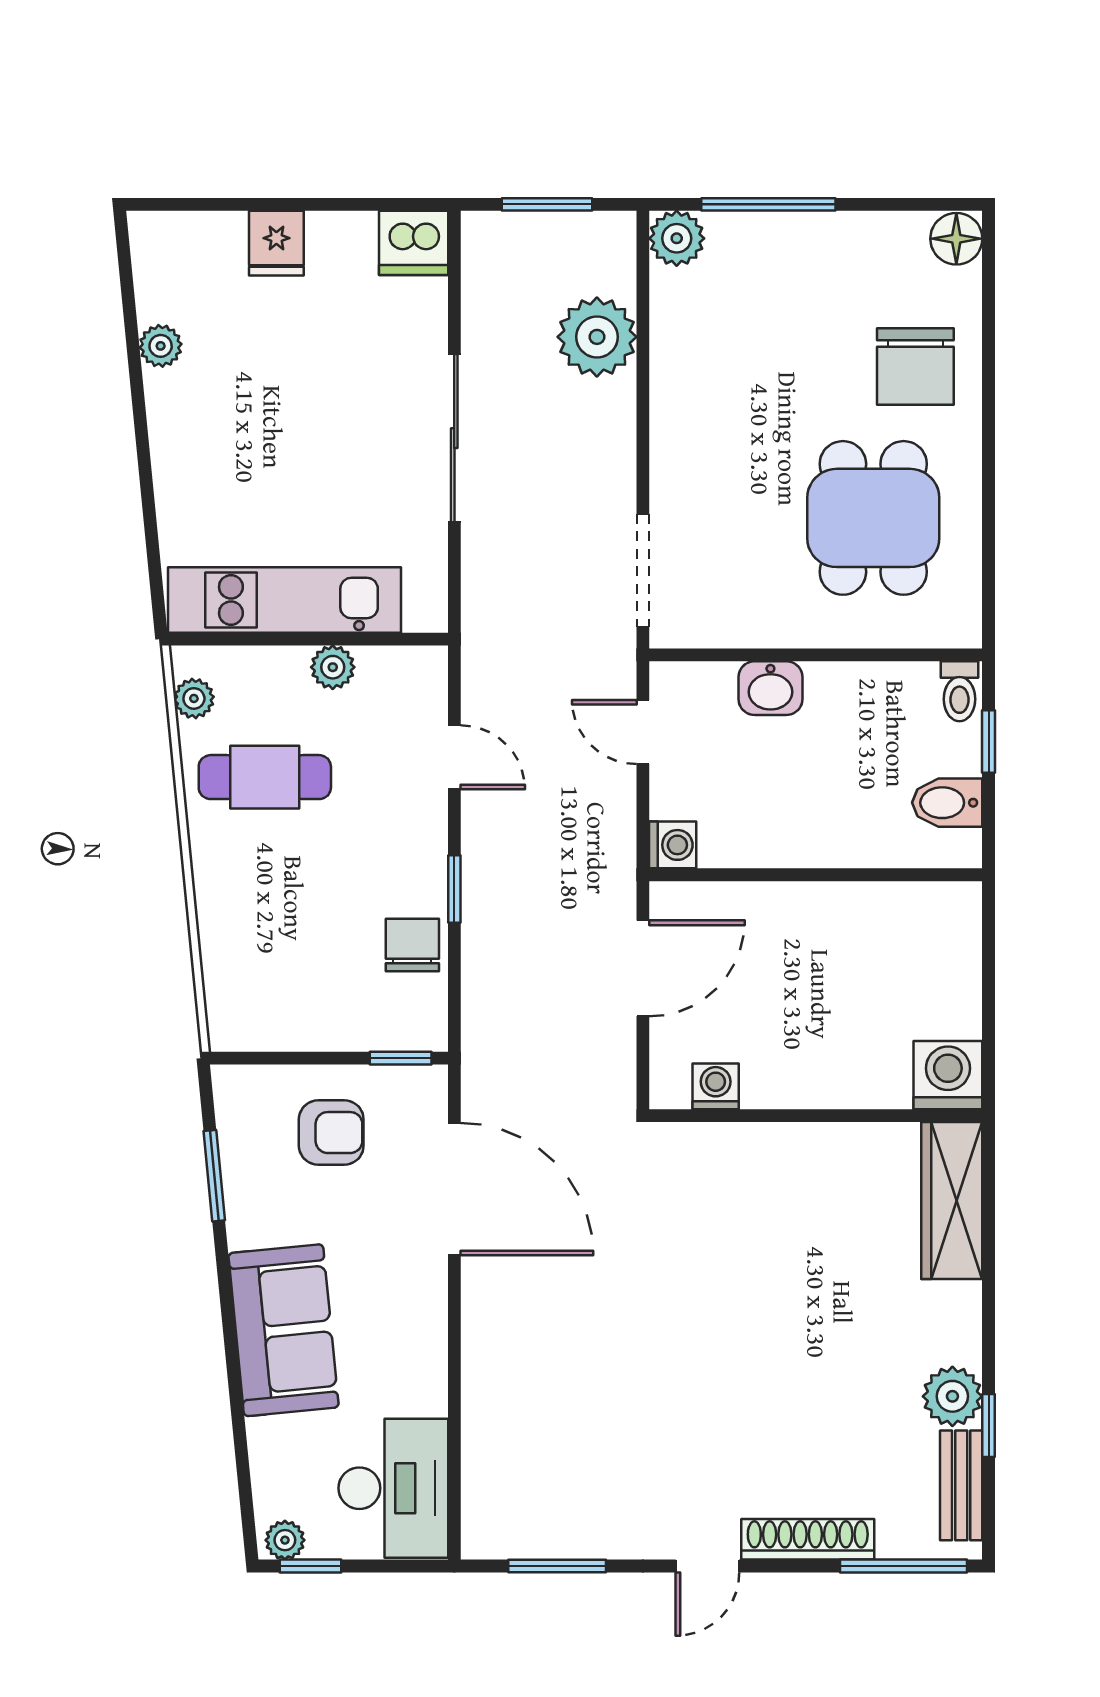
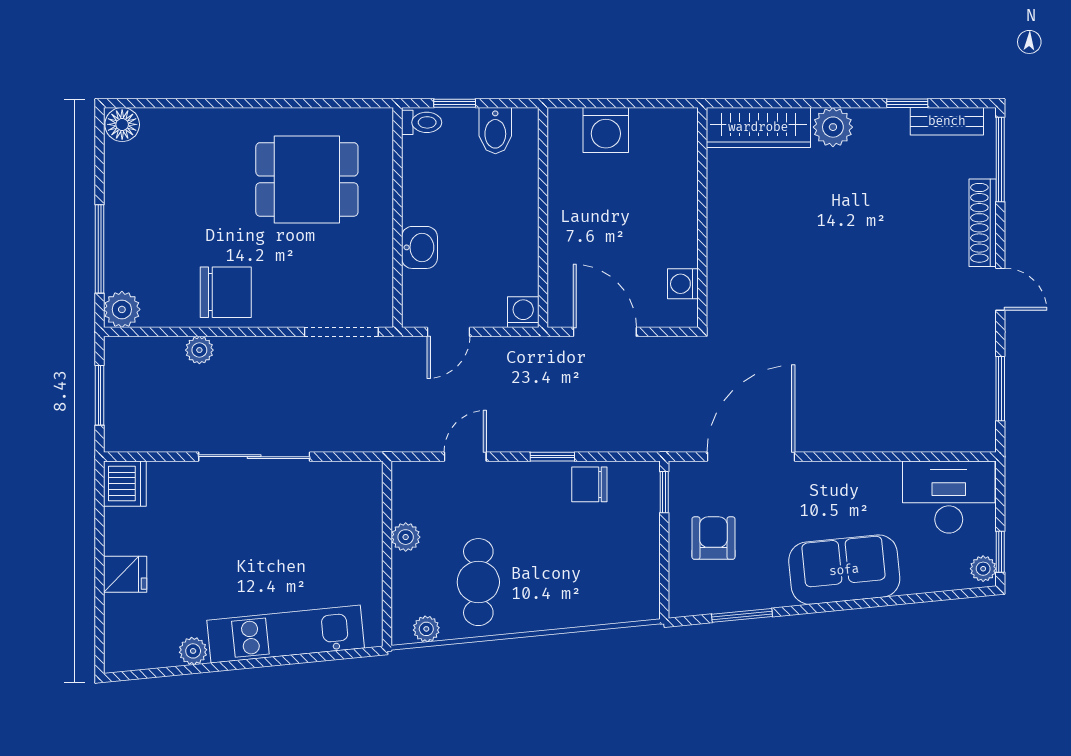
plant: (597, 337) -> (199, 350), width x0.53, depth x0.53
chair: (915, 366) -> (226, 292), moved
kitchen unit: (285, 600) -> (286, 634), moved, turned 84
washing machine: (948, 1075) -> (606, 130), moved, turned -90
plant: (952, 1396) -> (833, 127), moved

